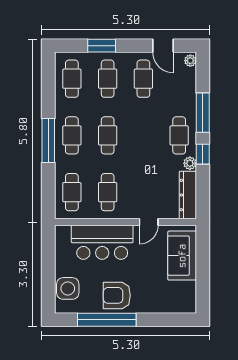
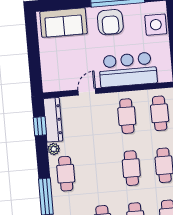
window: (203, 154) -> (40, 126), moved
sofa: (182, 256) -> (64, 23), moved, turned 90
armchair: (117, 295) -> (110, 22), turned 90

